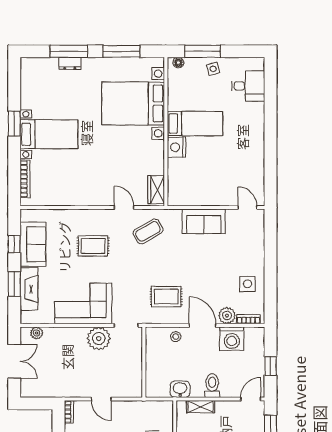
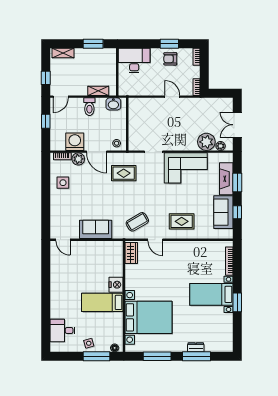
rug: (93, 246) -> (182, 221), moved
plant: (99, 338) -> (206, 142), moved
wall: (144, 362) -> (127, 124), moved

